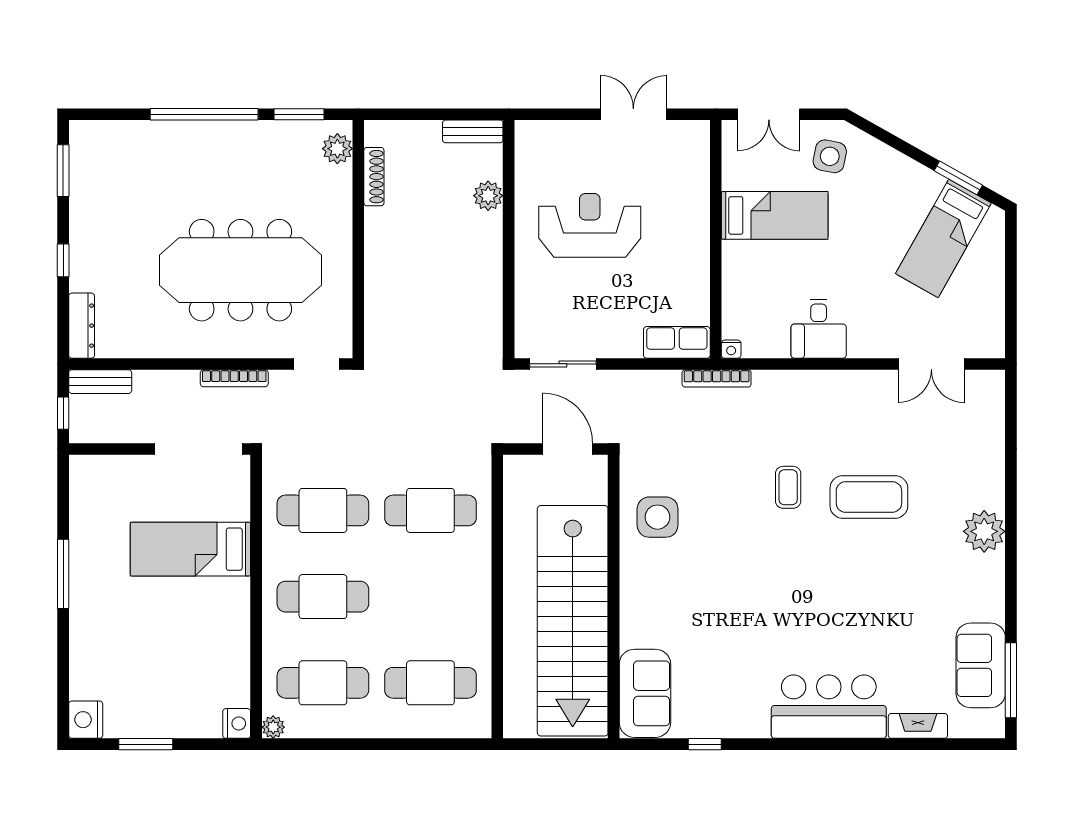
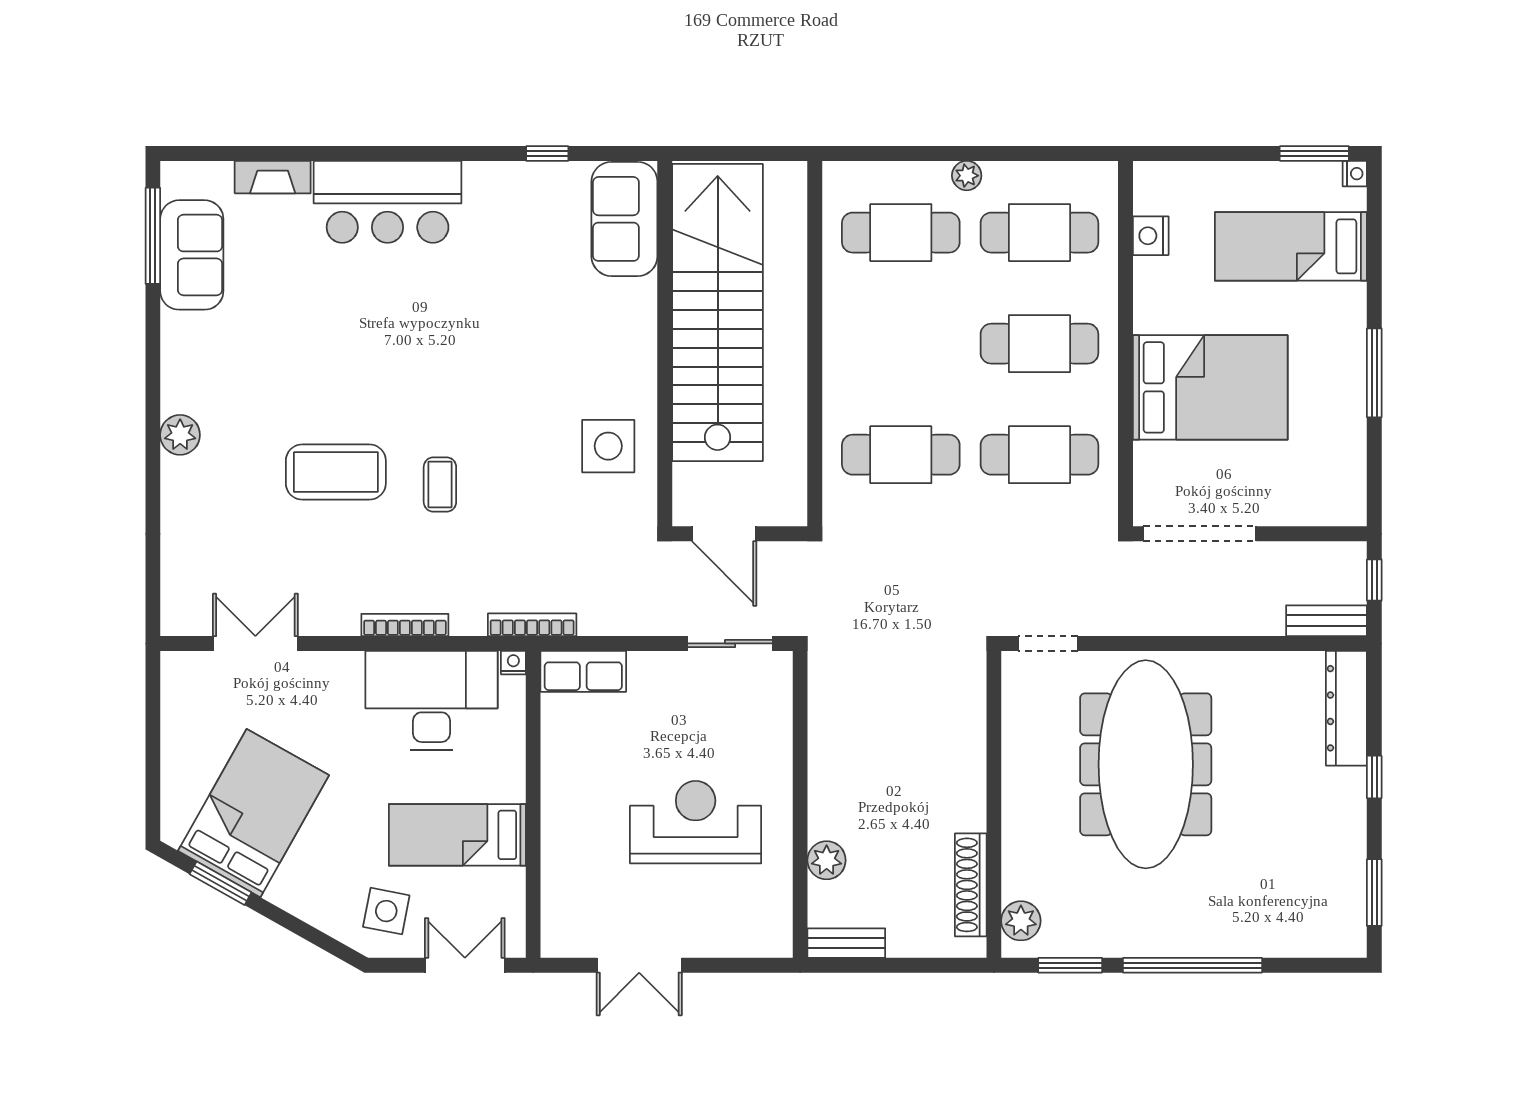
shoe rack: (374, 177) -> (971, 885), width x1.36, depth x1.24
reception desk: (590, 225) -> (696, 822), turned 180
bed: (943, 238) -> (254, 813), width x1.50
meeting table: (240, 270) -> (1146, 764), turned 90
dresser: (82, 326) -> (1346, 708), width x1.37, depth x1.24
desk: (819, 329) -> (431, 700), width x1.87, depth x1.30
bookcase: (234, 378) -> (405, 625), moved
plant: (984, 531) -> (180, 435), width x0.73, depth x0.73
bed: (190, 549) -> (1210, 387), width x1.50
bed: (128, 672) -> (1291, 246), added
nightstand: (86, 720) -> (1355, 174), width x0.53, depth x0.56
nightstand: (237, 723) -> (1151, 236), moved
plant: (273, 727) -> (967, 176), moved
window: (146, 744) -> (1314, 153), moved

